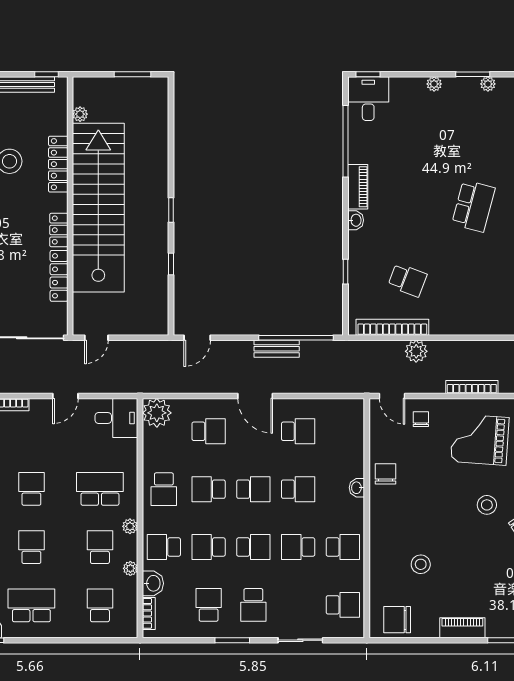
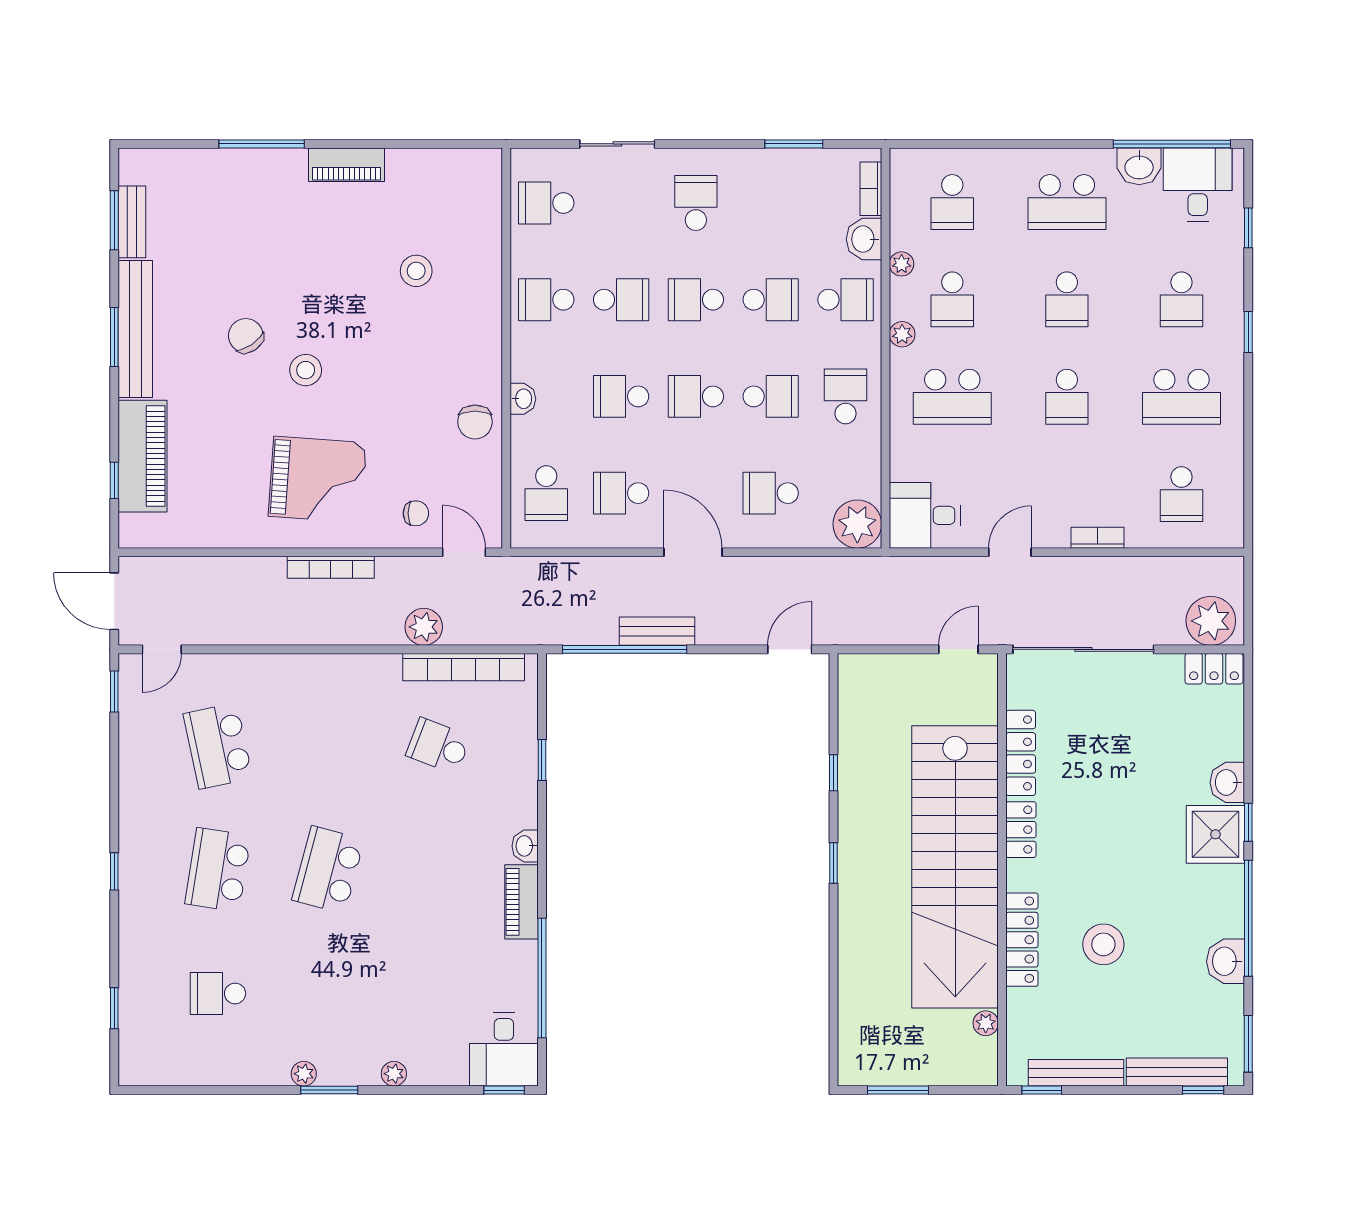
chair: (421, 419) -> (416, 513), turned -90
school desk: (209, 605) -> (546, 493), moved
chair: (397, 620) -> (456, 178), removed
window: (232, 640) -> (794, 144), moved

